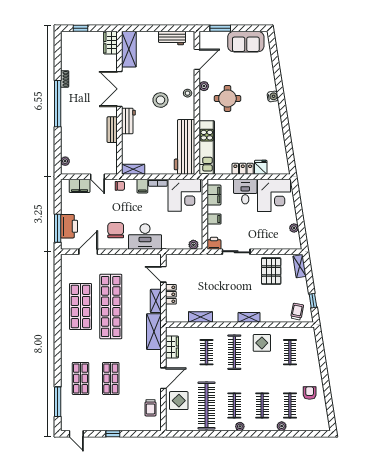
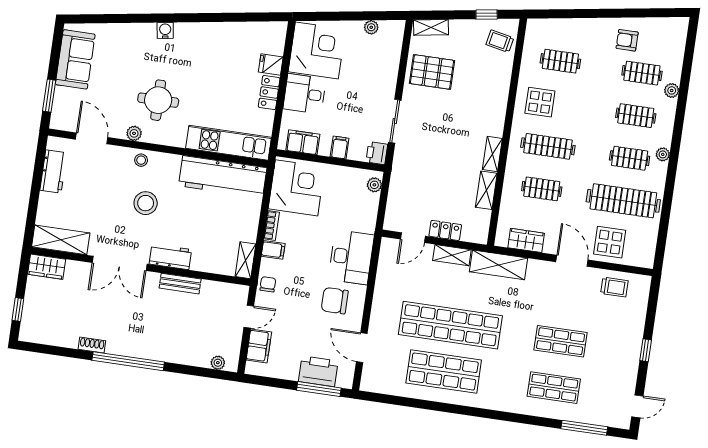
shelving: (249, 317) -> (492, 154), moved

